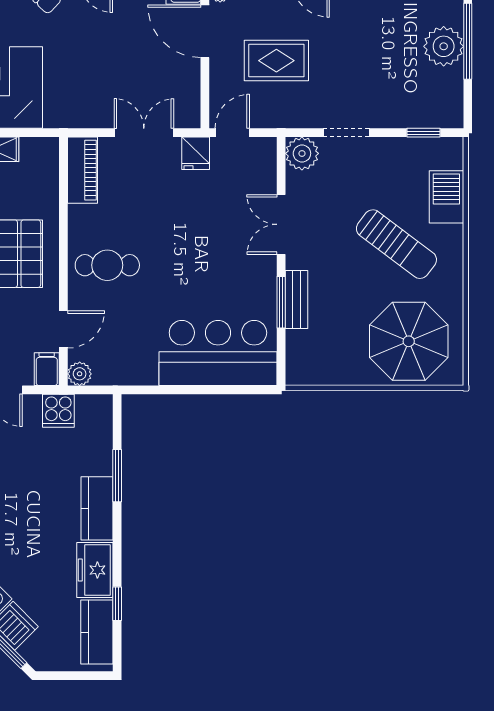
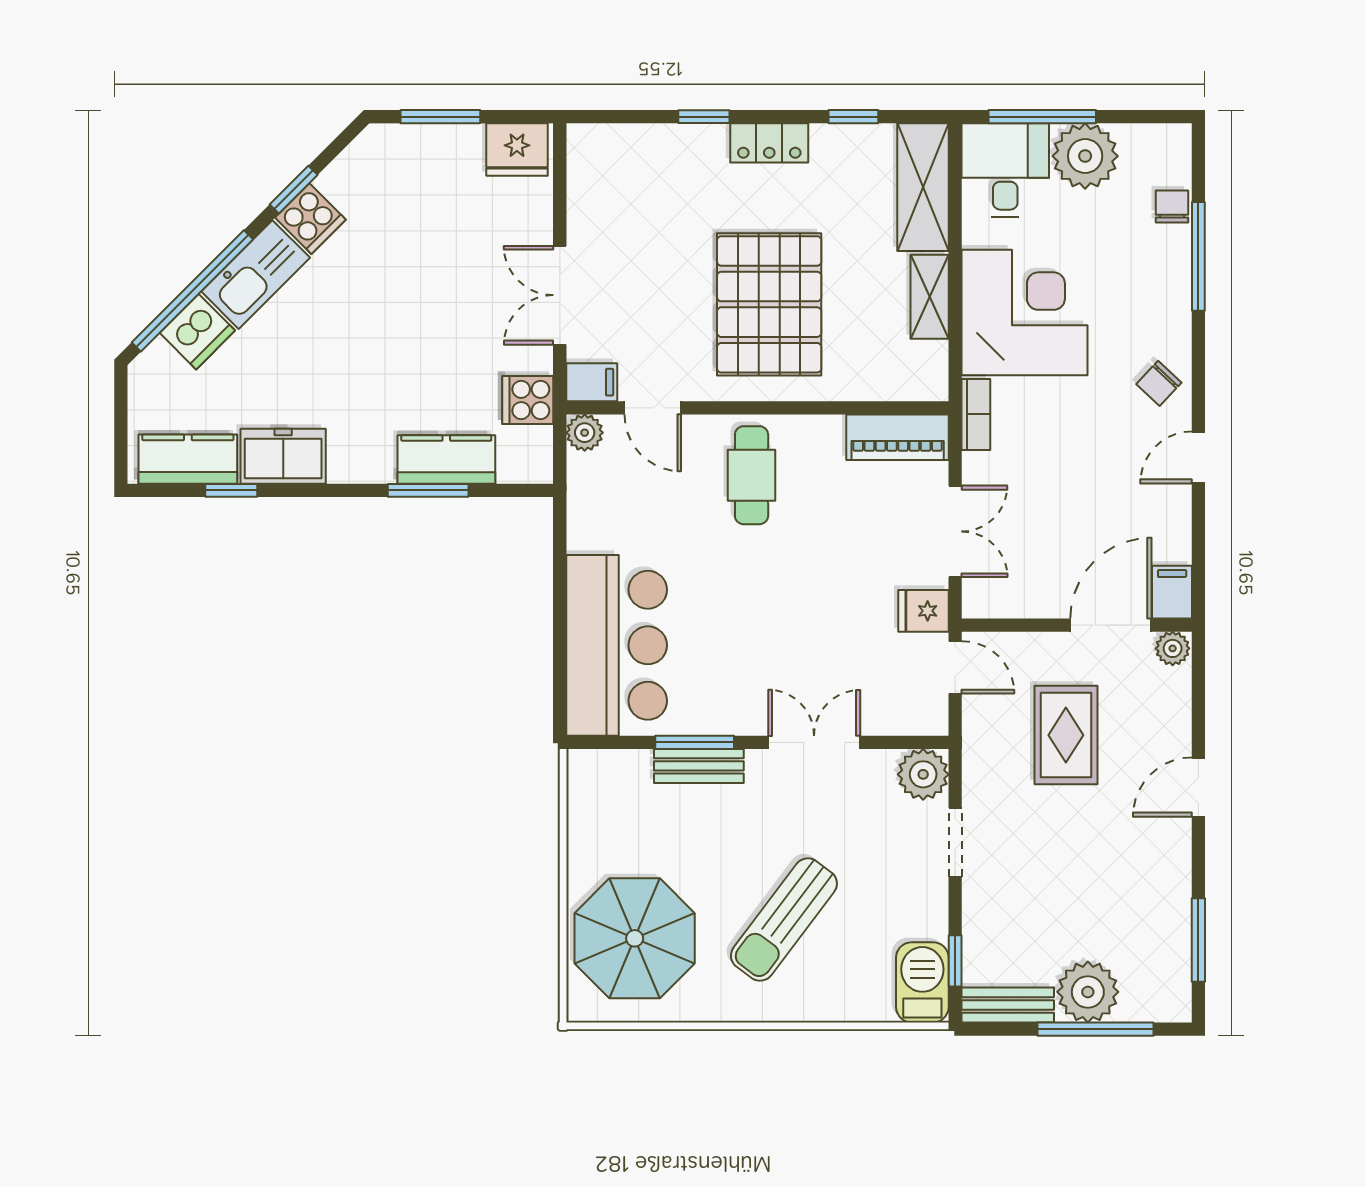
bench: (452, 98) -> (1008, 1005), added
bookcase: (68, 119) -> (976, 414), added
barbecue: (446, 197) -> (922, 982), moved, turned -90
kitchen counter: (97, 508) -> (446, 459), moved

